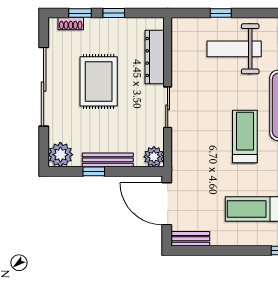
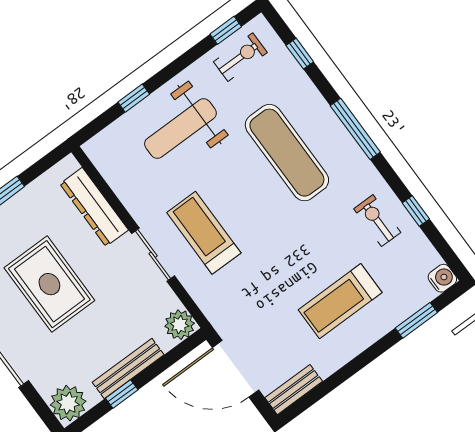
treadmill: (245, 136) -> (204, 233), moved

